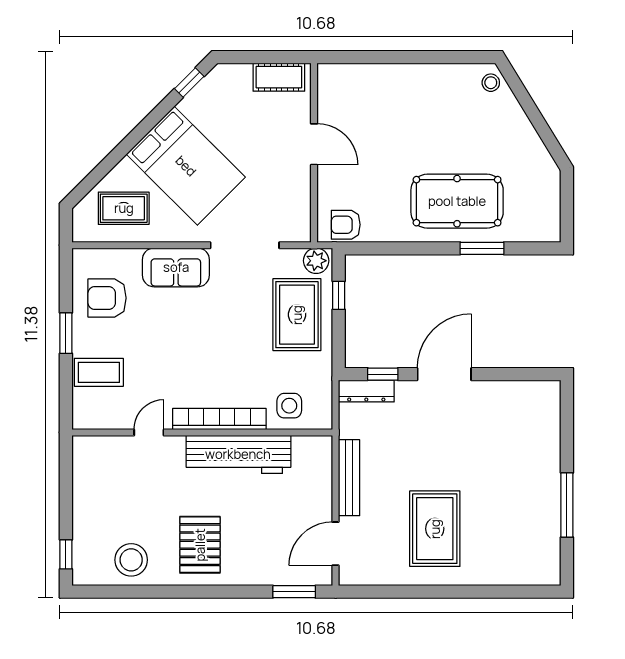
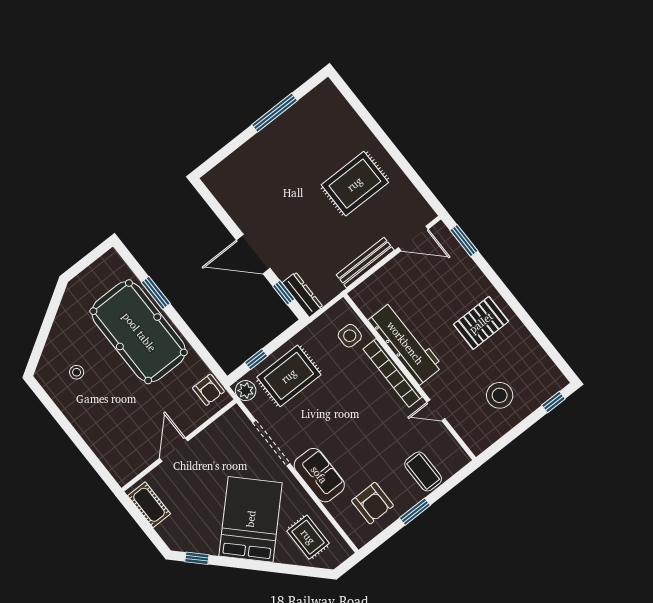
stool: (491, 83) -> (77, 372), moved
pool table: (457, 201) -> (139, 332), width x1.36, depth x1.32
stool: (131, 560) -> (500, 395), moved

